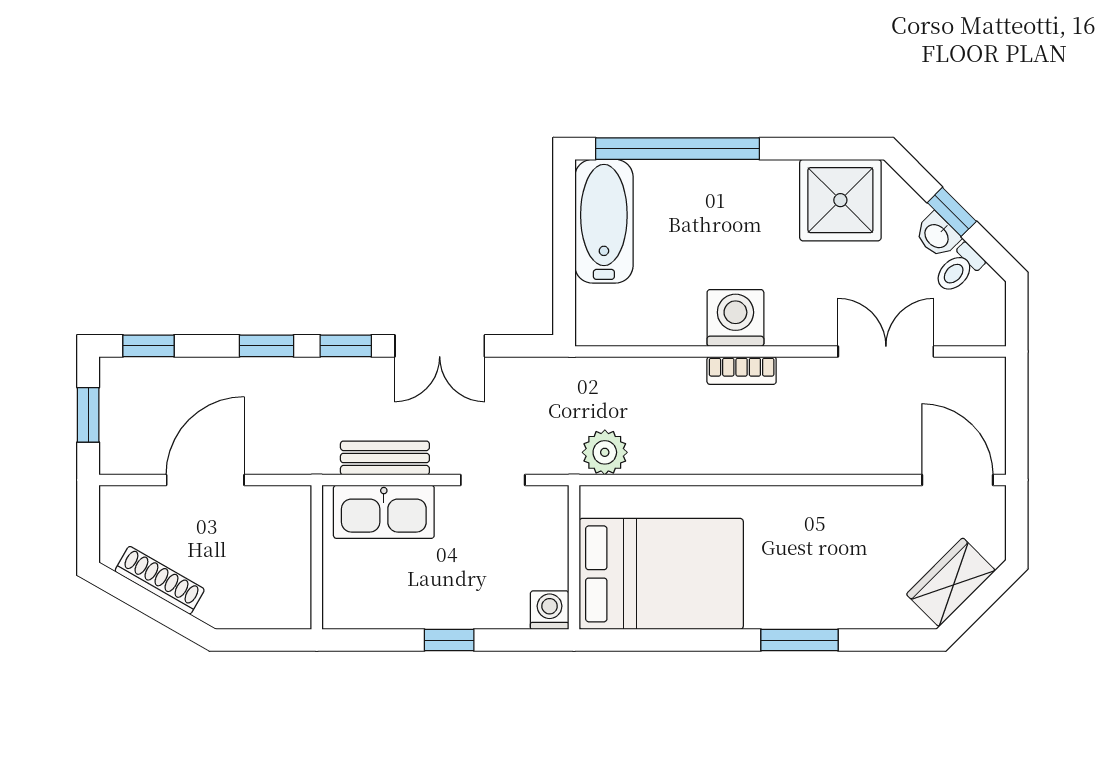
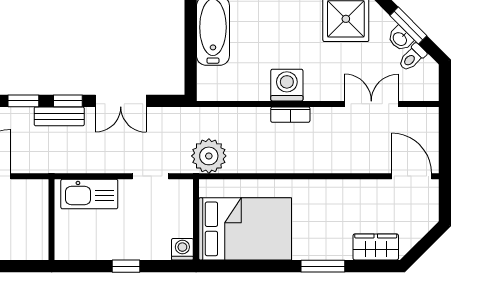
window: (952, 212) -> (408, 26), width x1.50
plant: (605, 452) -> (209, 156), width x1.36, depth x1.36
bench: (385, 458) -> (59, 116), moved
wardrobe: (951, 582) -> (376, 247), moved, turned 45

